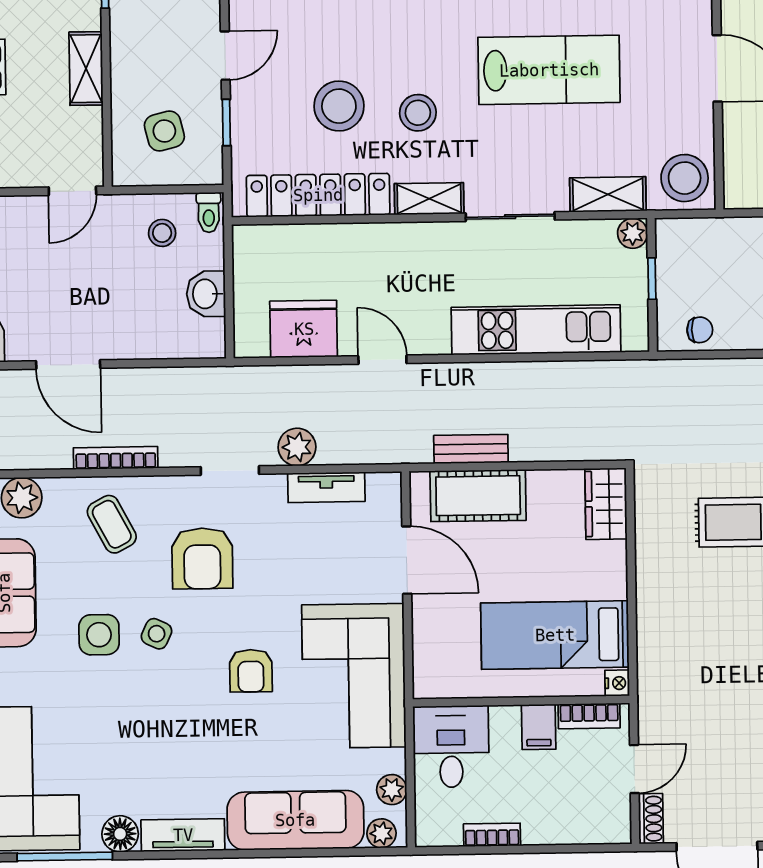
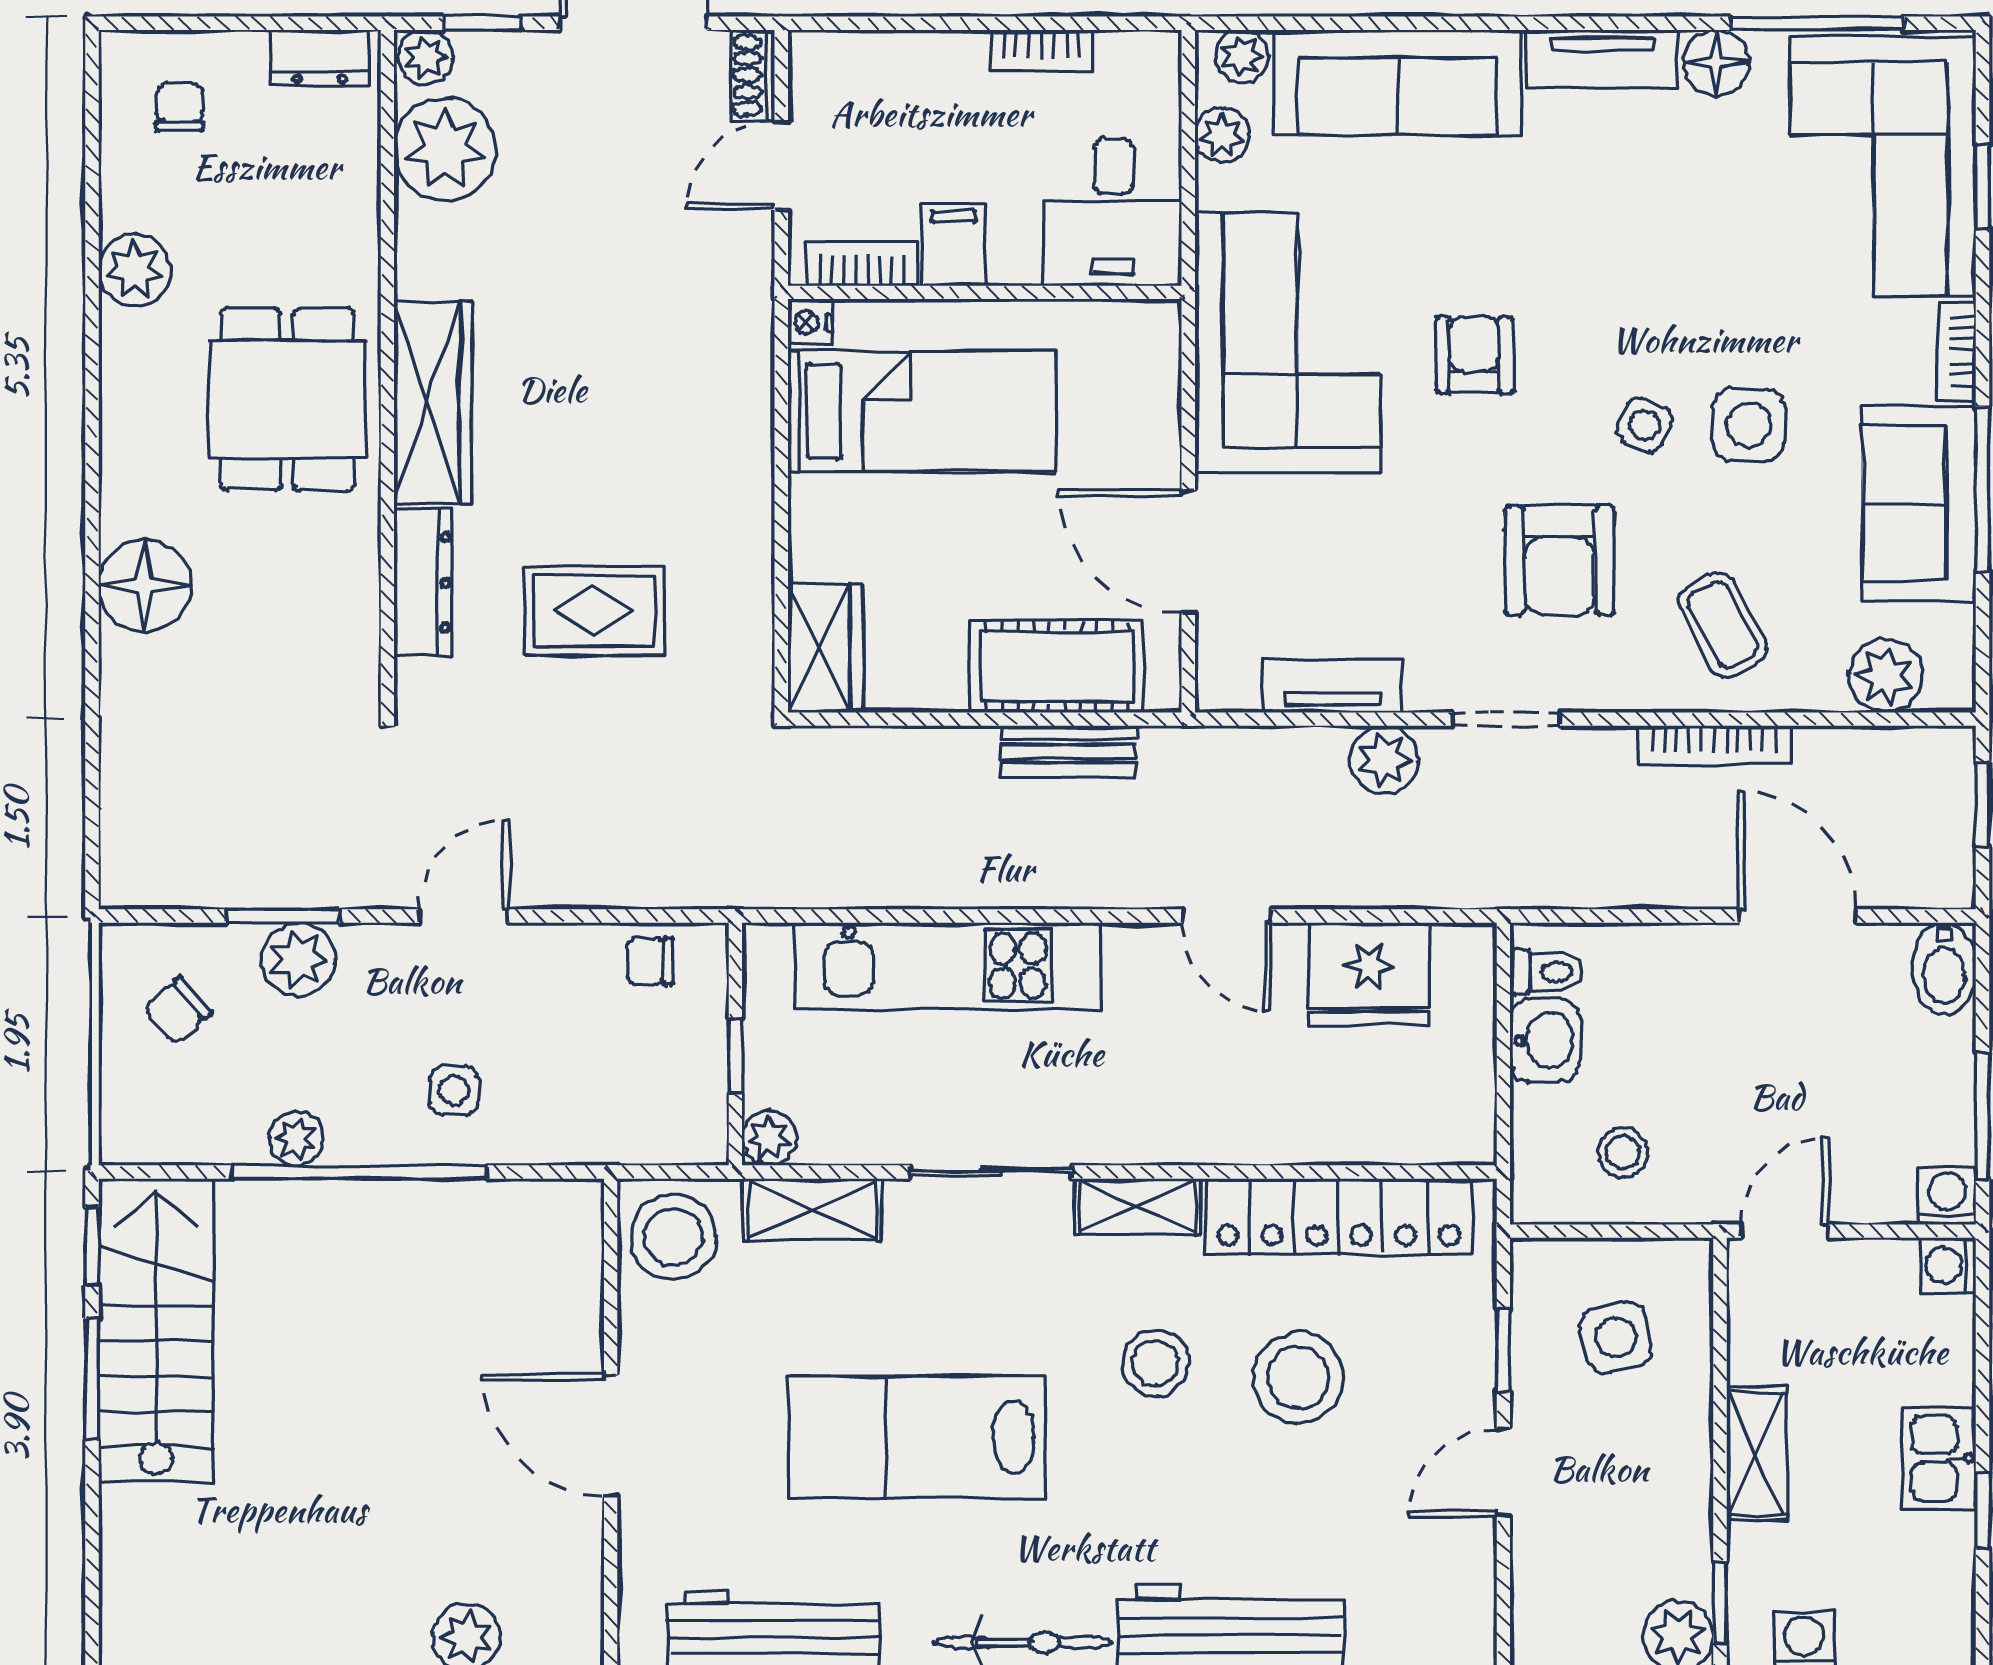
toilet: (209, 212) -> (1546, 971), moved, turned 90
armchair: (202, 558) -> (1559, 560), turned 180

